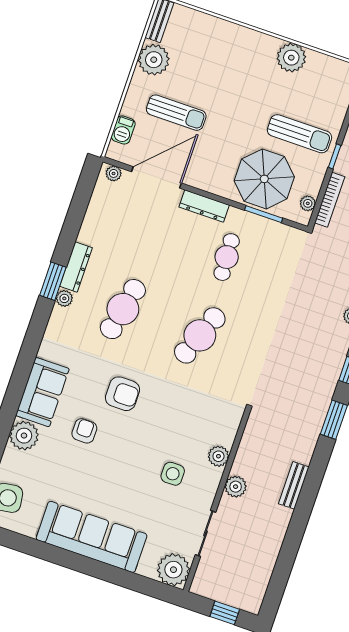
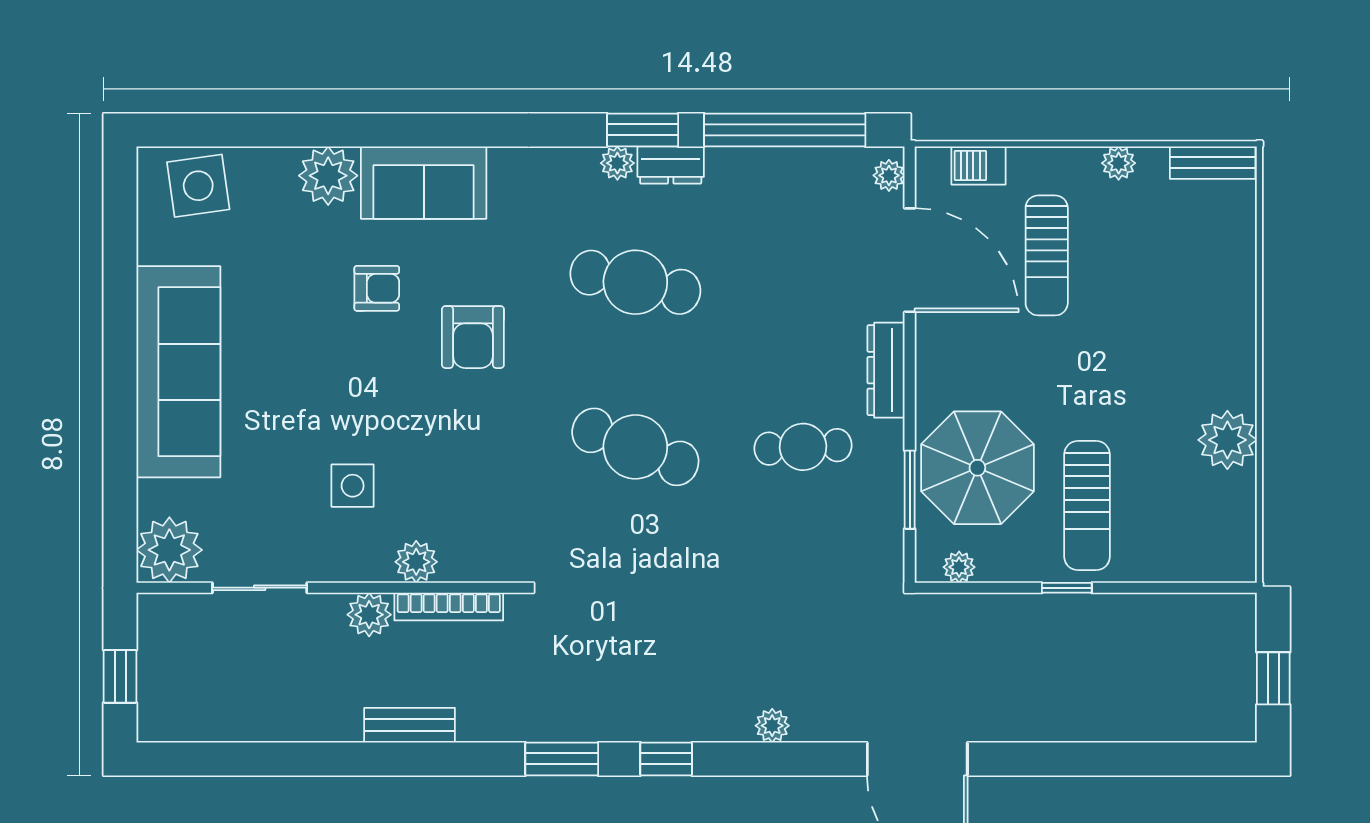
plant: (154, 60) -> (1119, 163), width x0.53, depth x0.53
bookcase: (330, 200) -> (449, 607), moved
window: (76, 215) -> (785, 130), added
dresser: (76, 267) -> (671, 165), width x0.70

